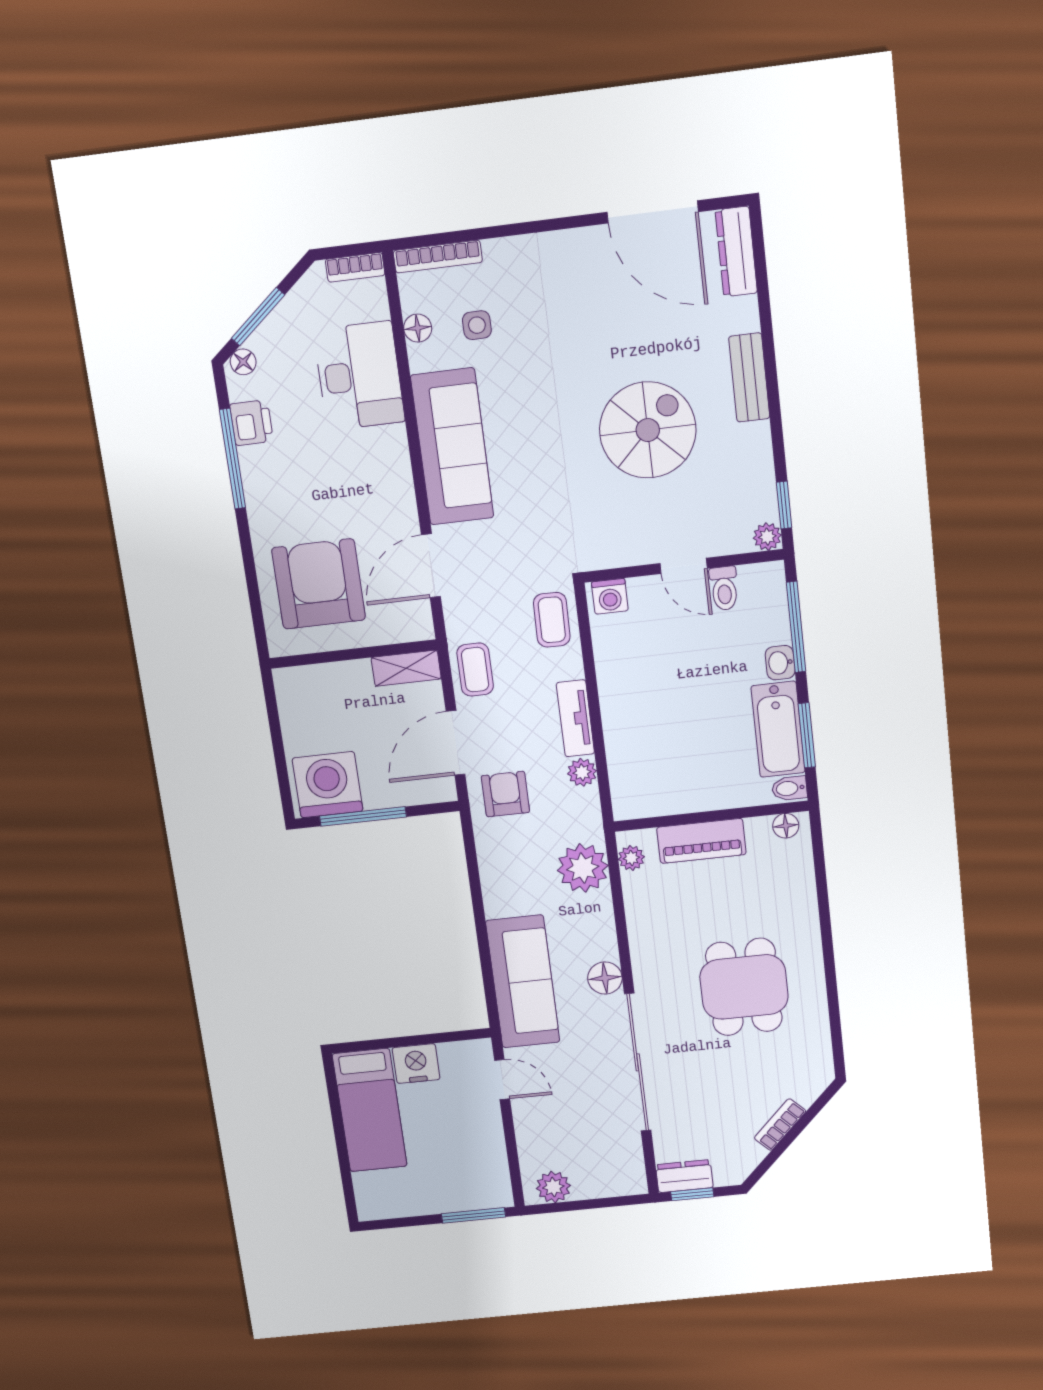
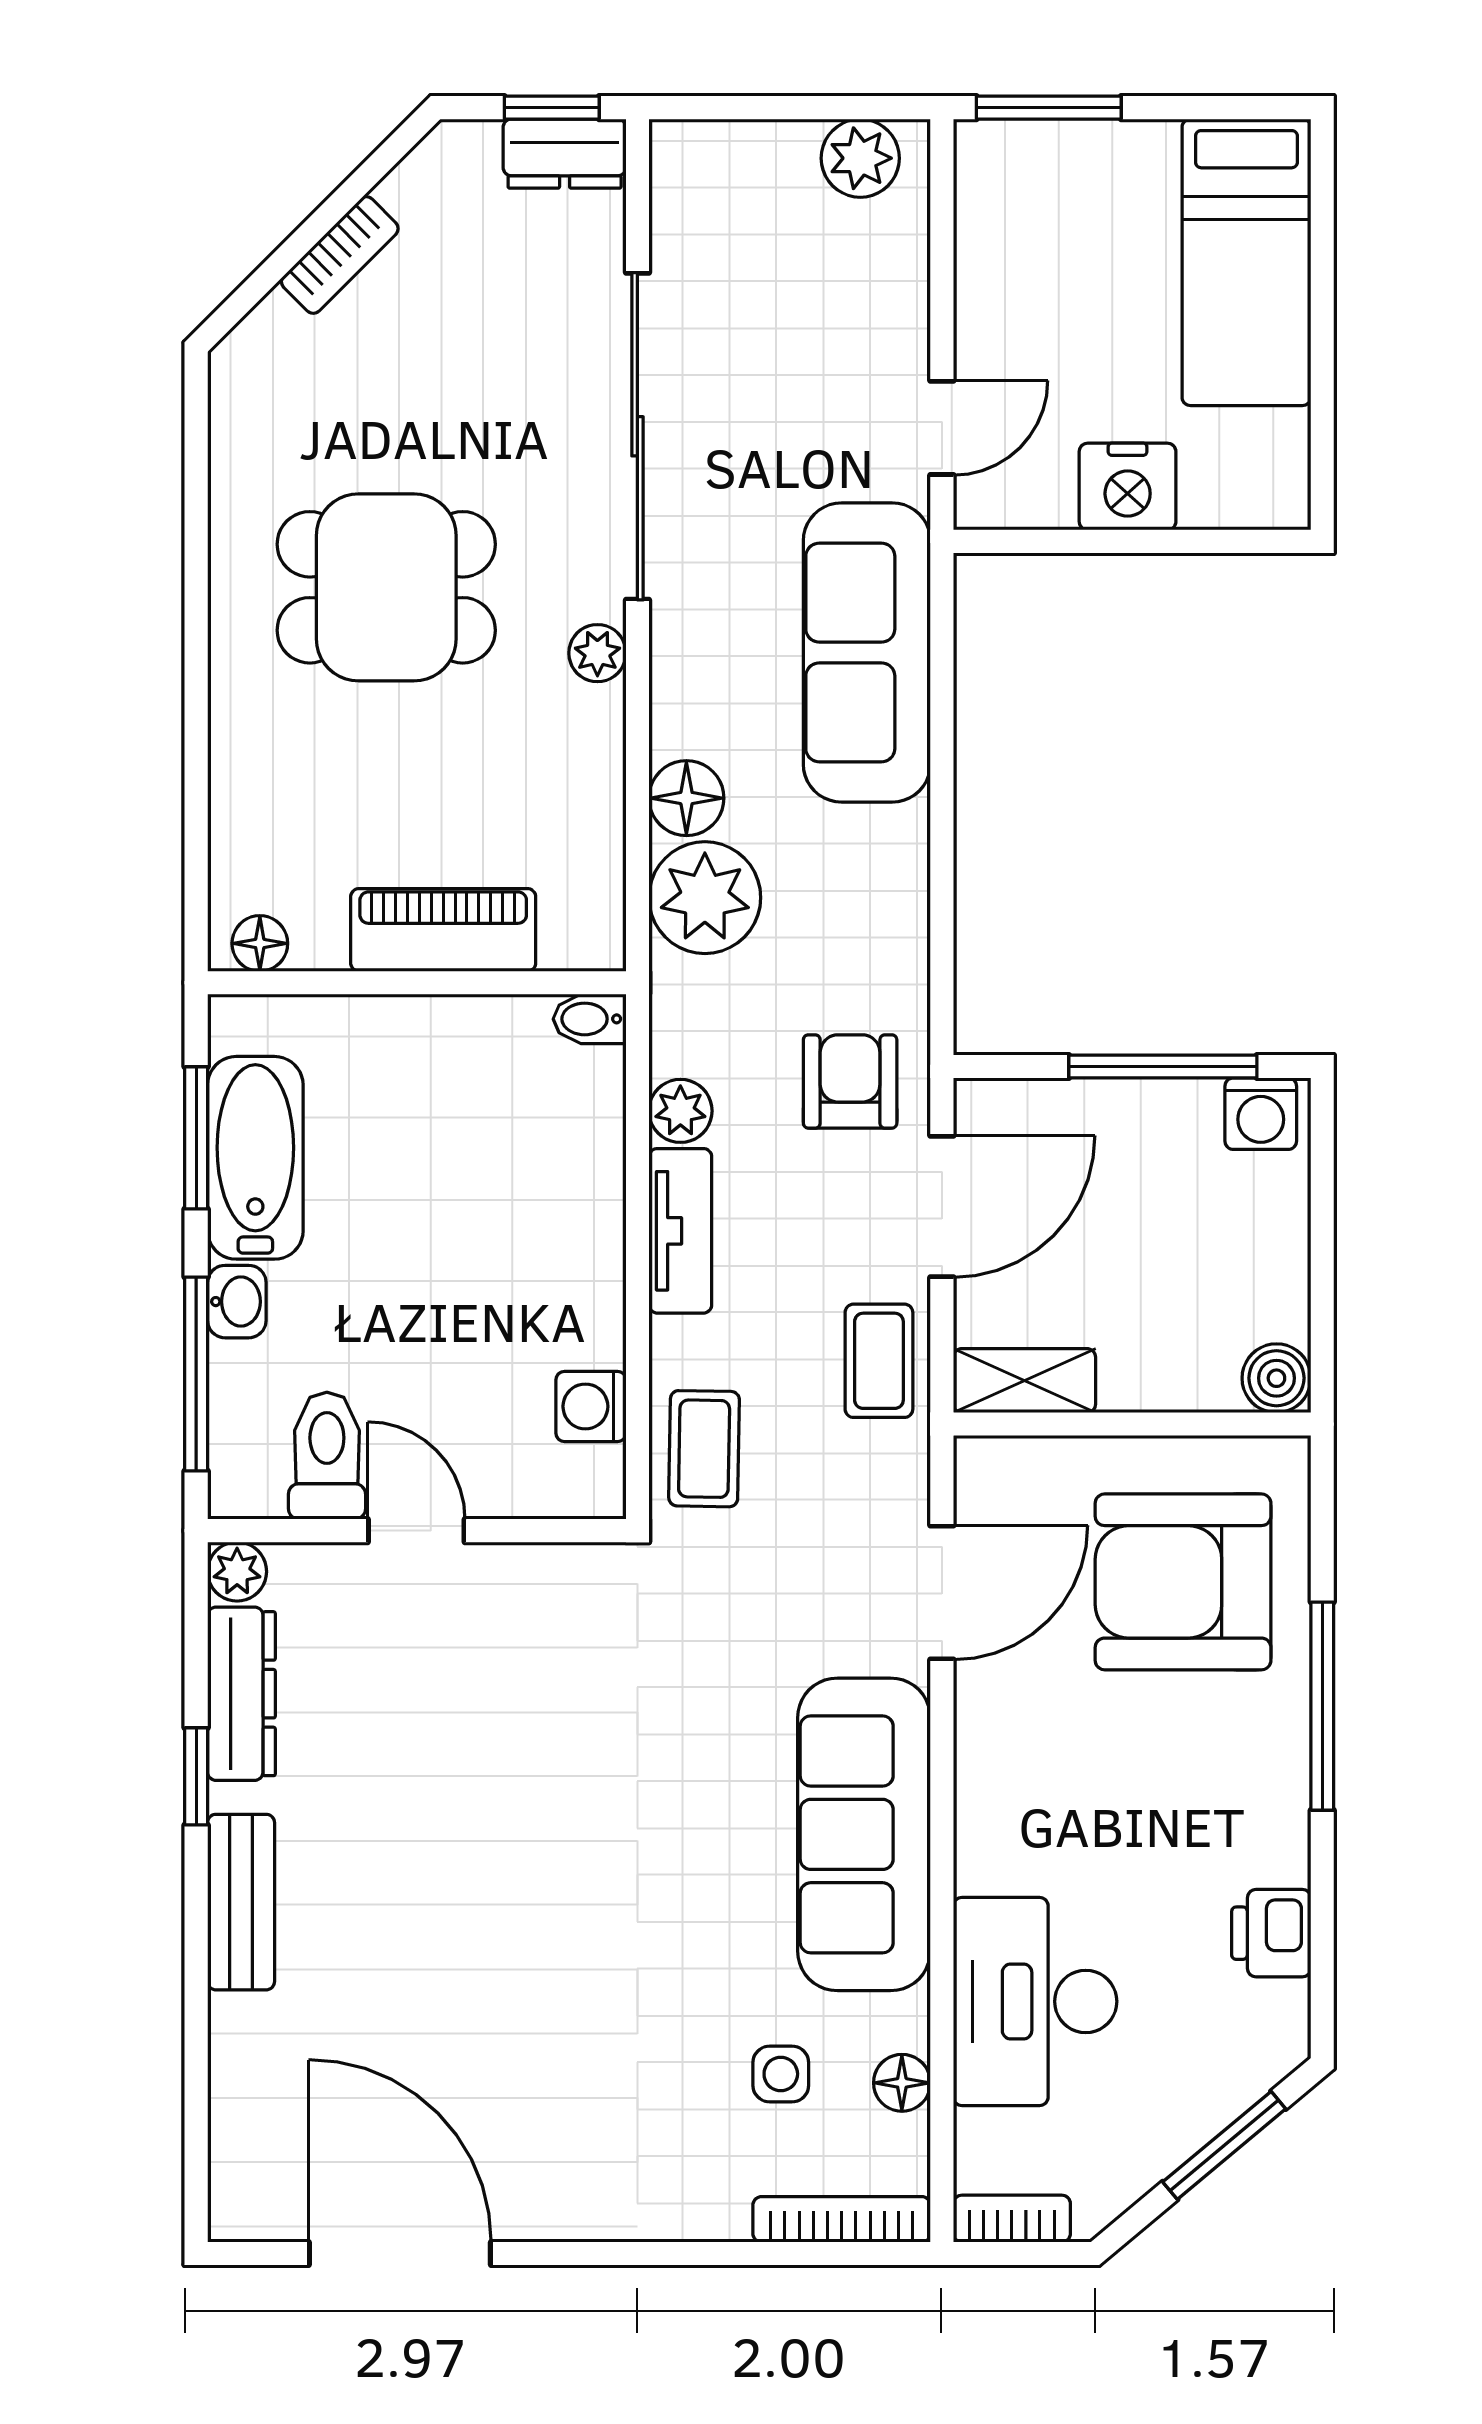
dresser: (736, 252) -> (241, 1694), moved
floor lamp: (243, 362) -> (1269, 2059), removed
spiral stairs: (648, 430) -> (459, 1821), removed
window: (233, 459) -> (1322, 1706), moved
window: (784, 505) -> (196, 1776), moved
armchair: (319, 584) -> (1183, 1582), turned 90
toilet: (724, 588) -> (327, 1456), width x1.37, depth x1.39
washing machine: (610, 596) -> (591, 1406), moved, turned -90
boiler: (290, 683) -> (1276, 1378), added
washing machine: (328, 785) -> (1261, 1114), width x0.53, depth x0.53
bidet: (789, 788) -> (590, 1019), moved, turned 180
armchair: (505, 794) -> (850, 1081), turned 180
plant: (631, 858) -> (597, 653), moved
floor lamp: (605, 978) -> (686, 798), moved
dining table: (744, 987) -> (386, 587), turned 90
door: (502, 1080) -> (942, 428), swing flipped
bed: (370, 1110) -> (1246, 262), moved, turned 180

